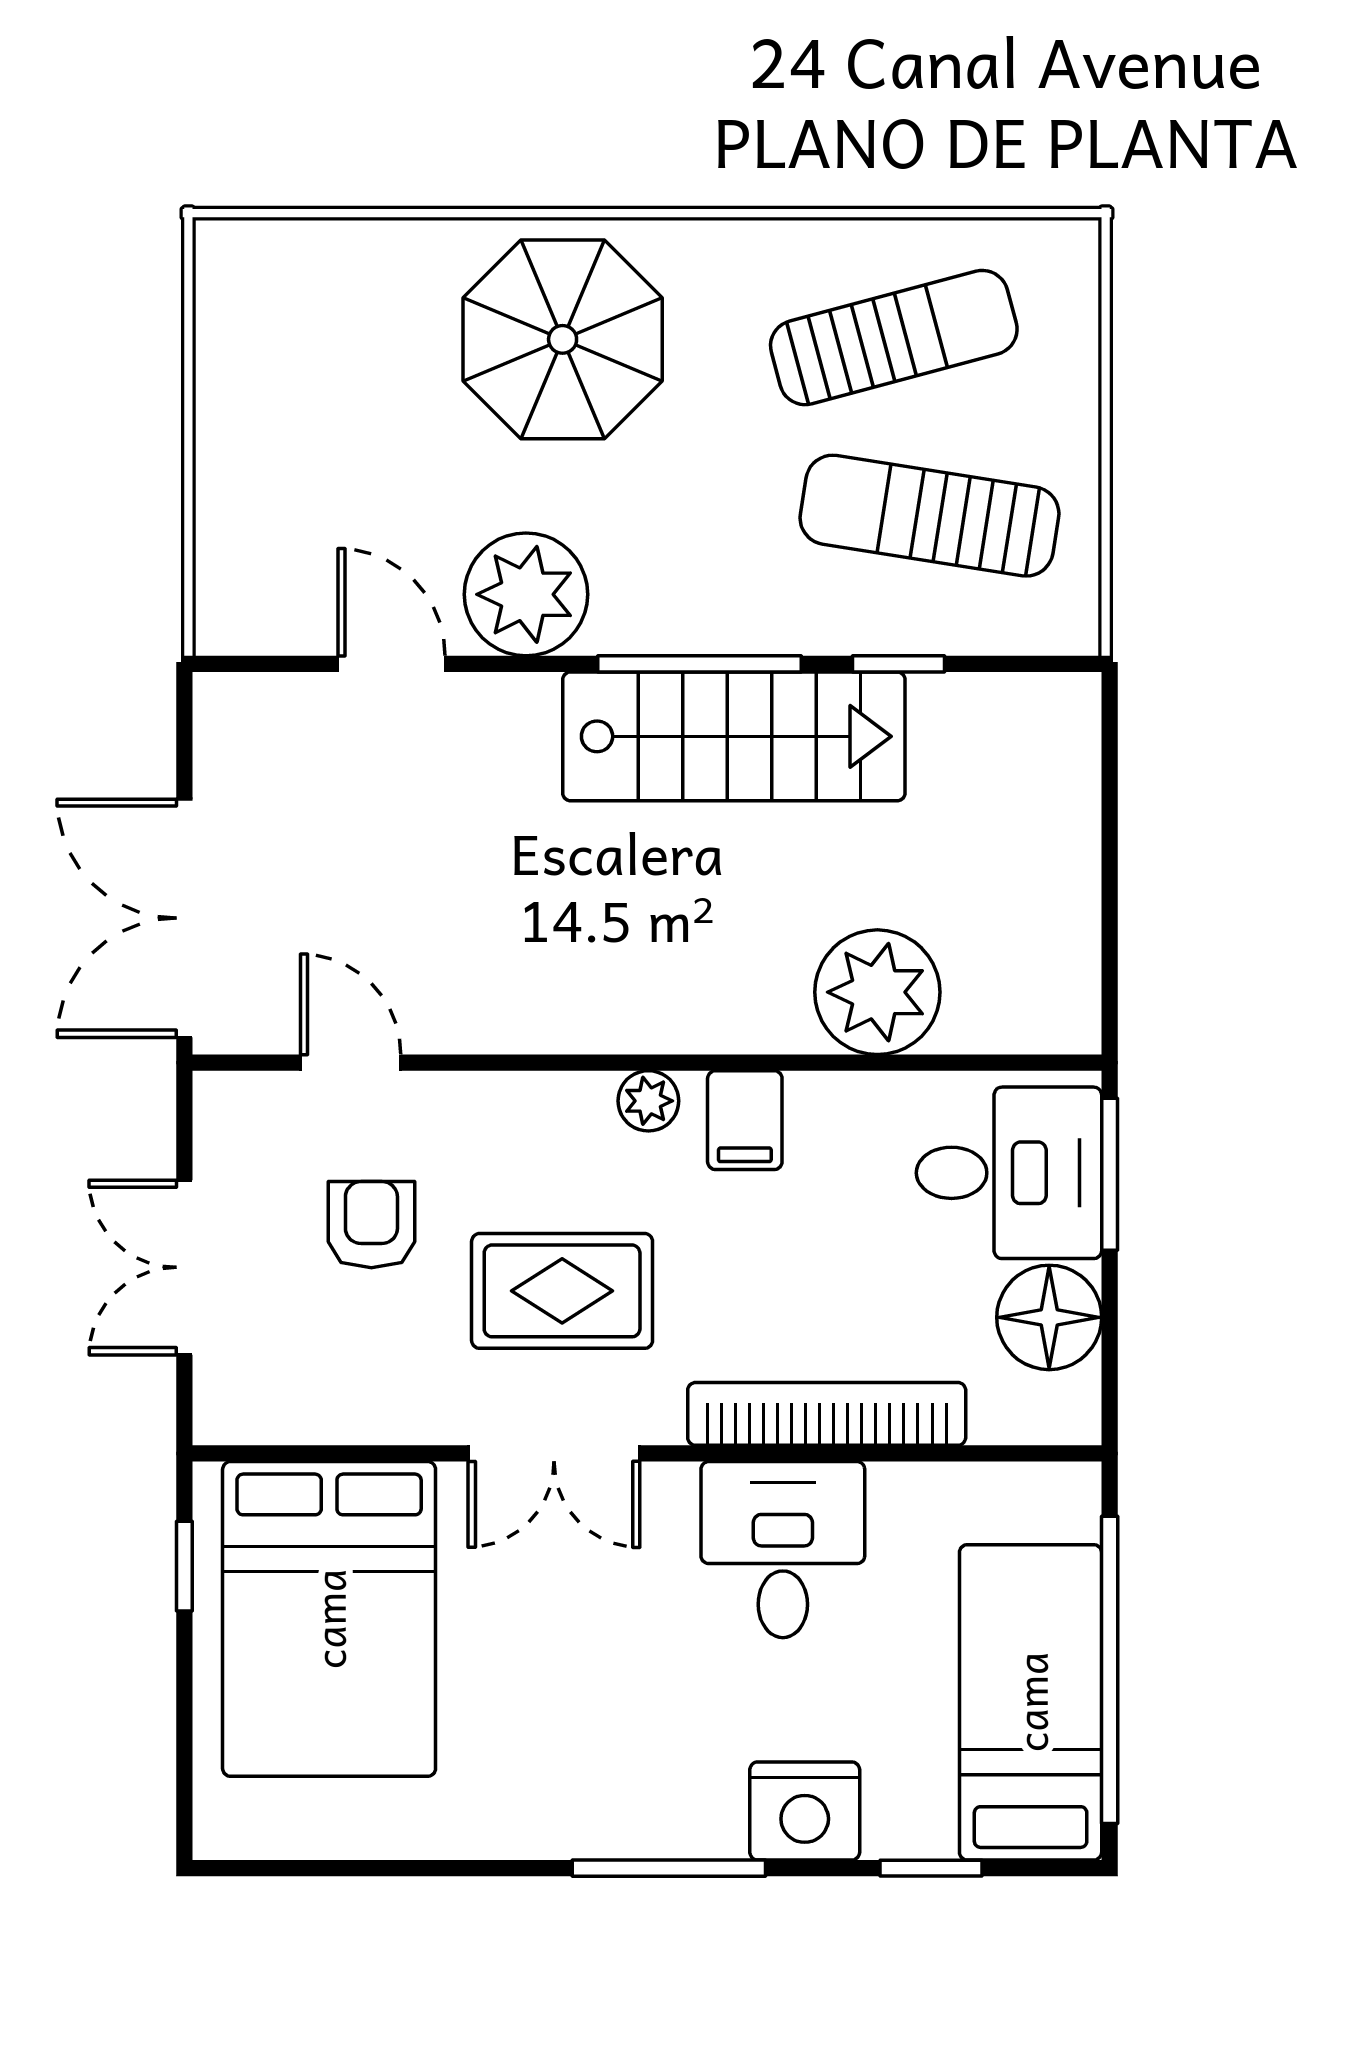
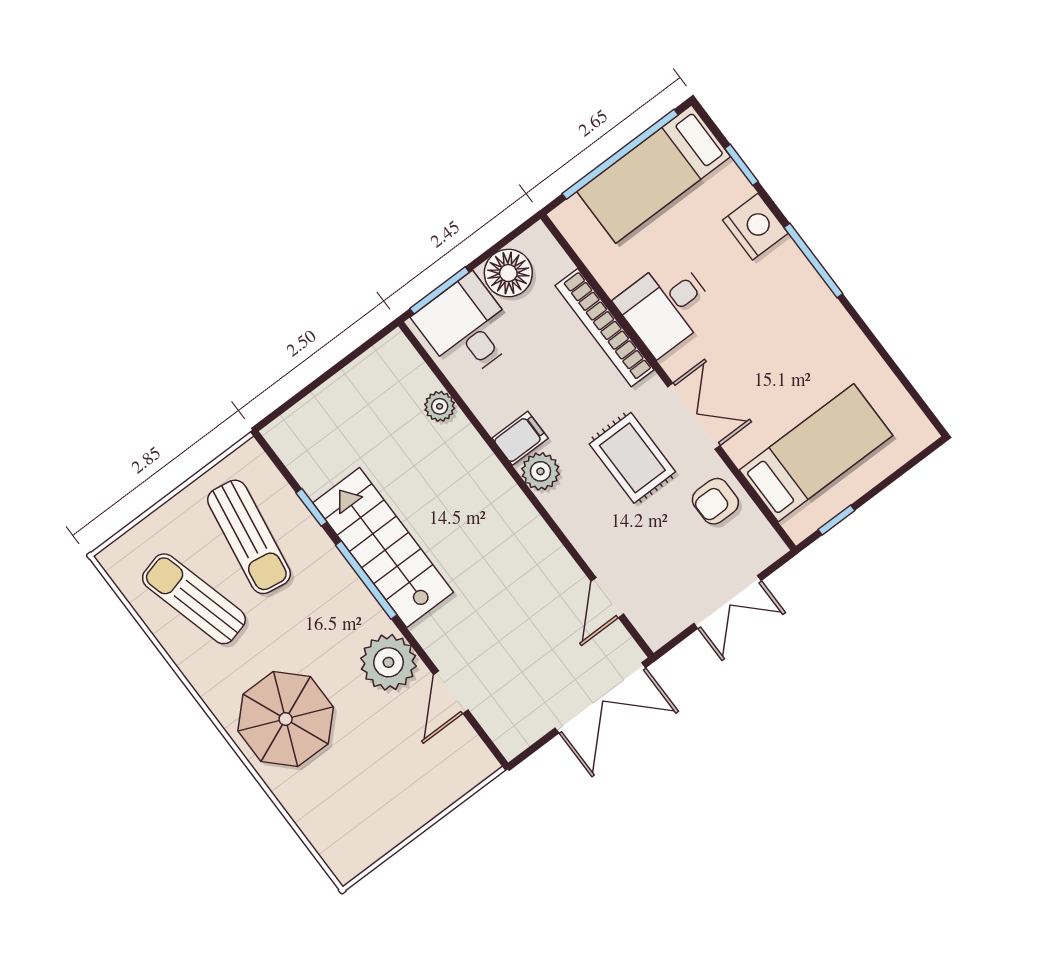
plant: (877, 992) -> (440, 406), width x0.53, depth x0.53
plant: (648, 1101) -> (540, 471), width x1.38, depth x1.38
armchair: (371, 1225) -> (715, 501), moved
bed: (329, 1619) -> (816, 453), width x0.67

